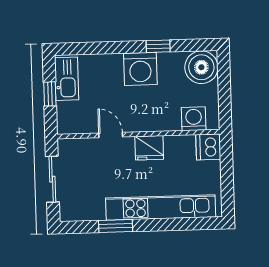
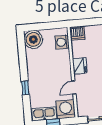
window: (158, 46) -> (25, 88), moved
washing machine: (140, 69) -> (66, 109), moved, turned -90

